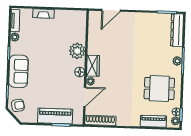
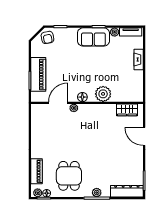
door: (111, 10) -> (144, 136), moved
wardrobe: (93, 66) -> (127, 110), moved
sofa: (18, 71) -> (93, 37), moved
door: (85, 97) -> (58, 103), swing flipped
shoe rack: (100, 120) -> (36, 119), removed

